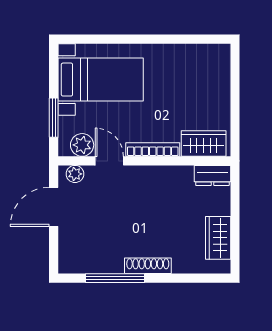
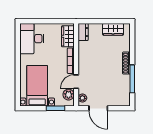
desk: (199, 69) -> (32, 39), added

